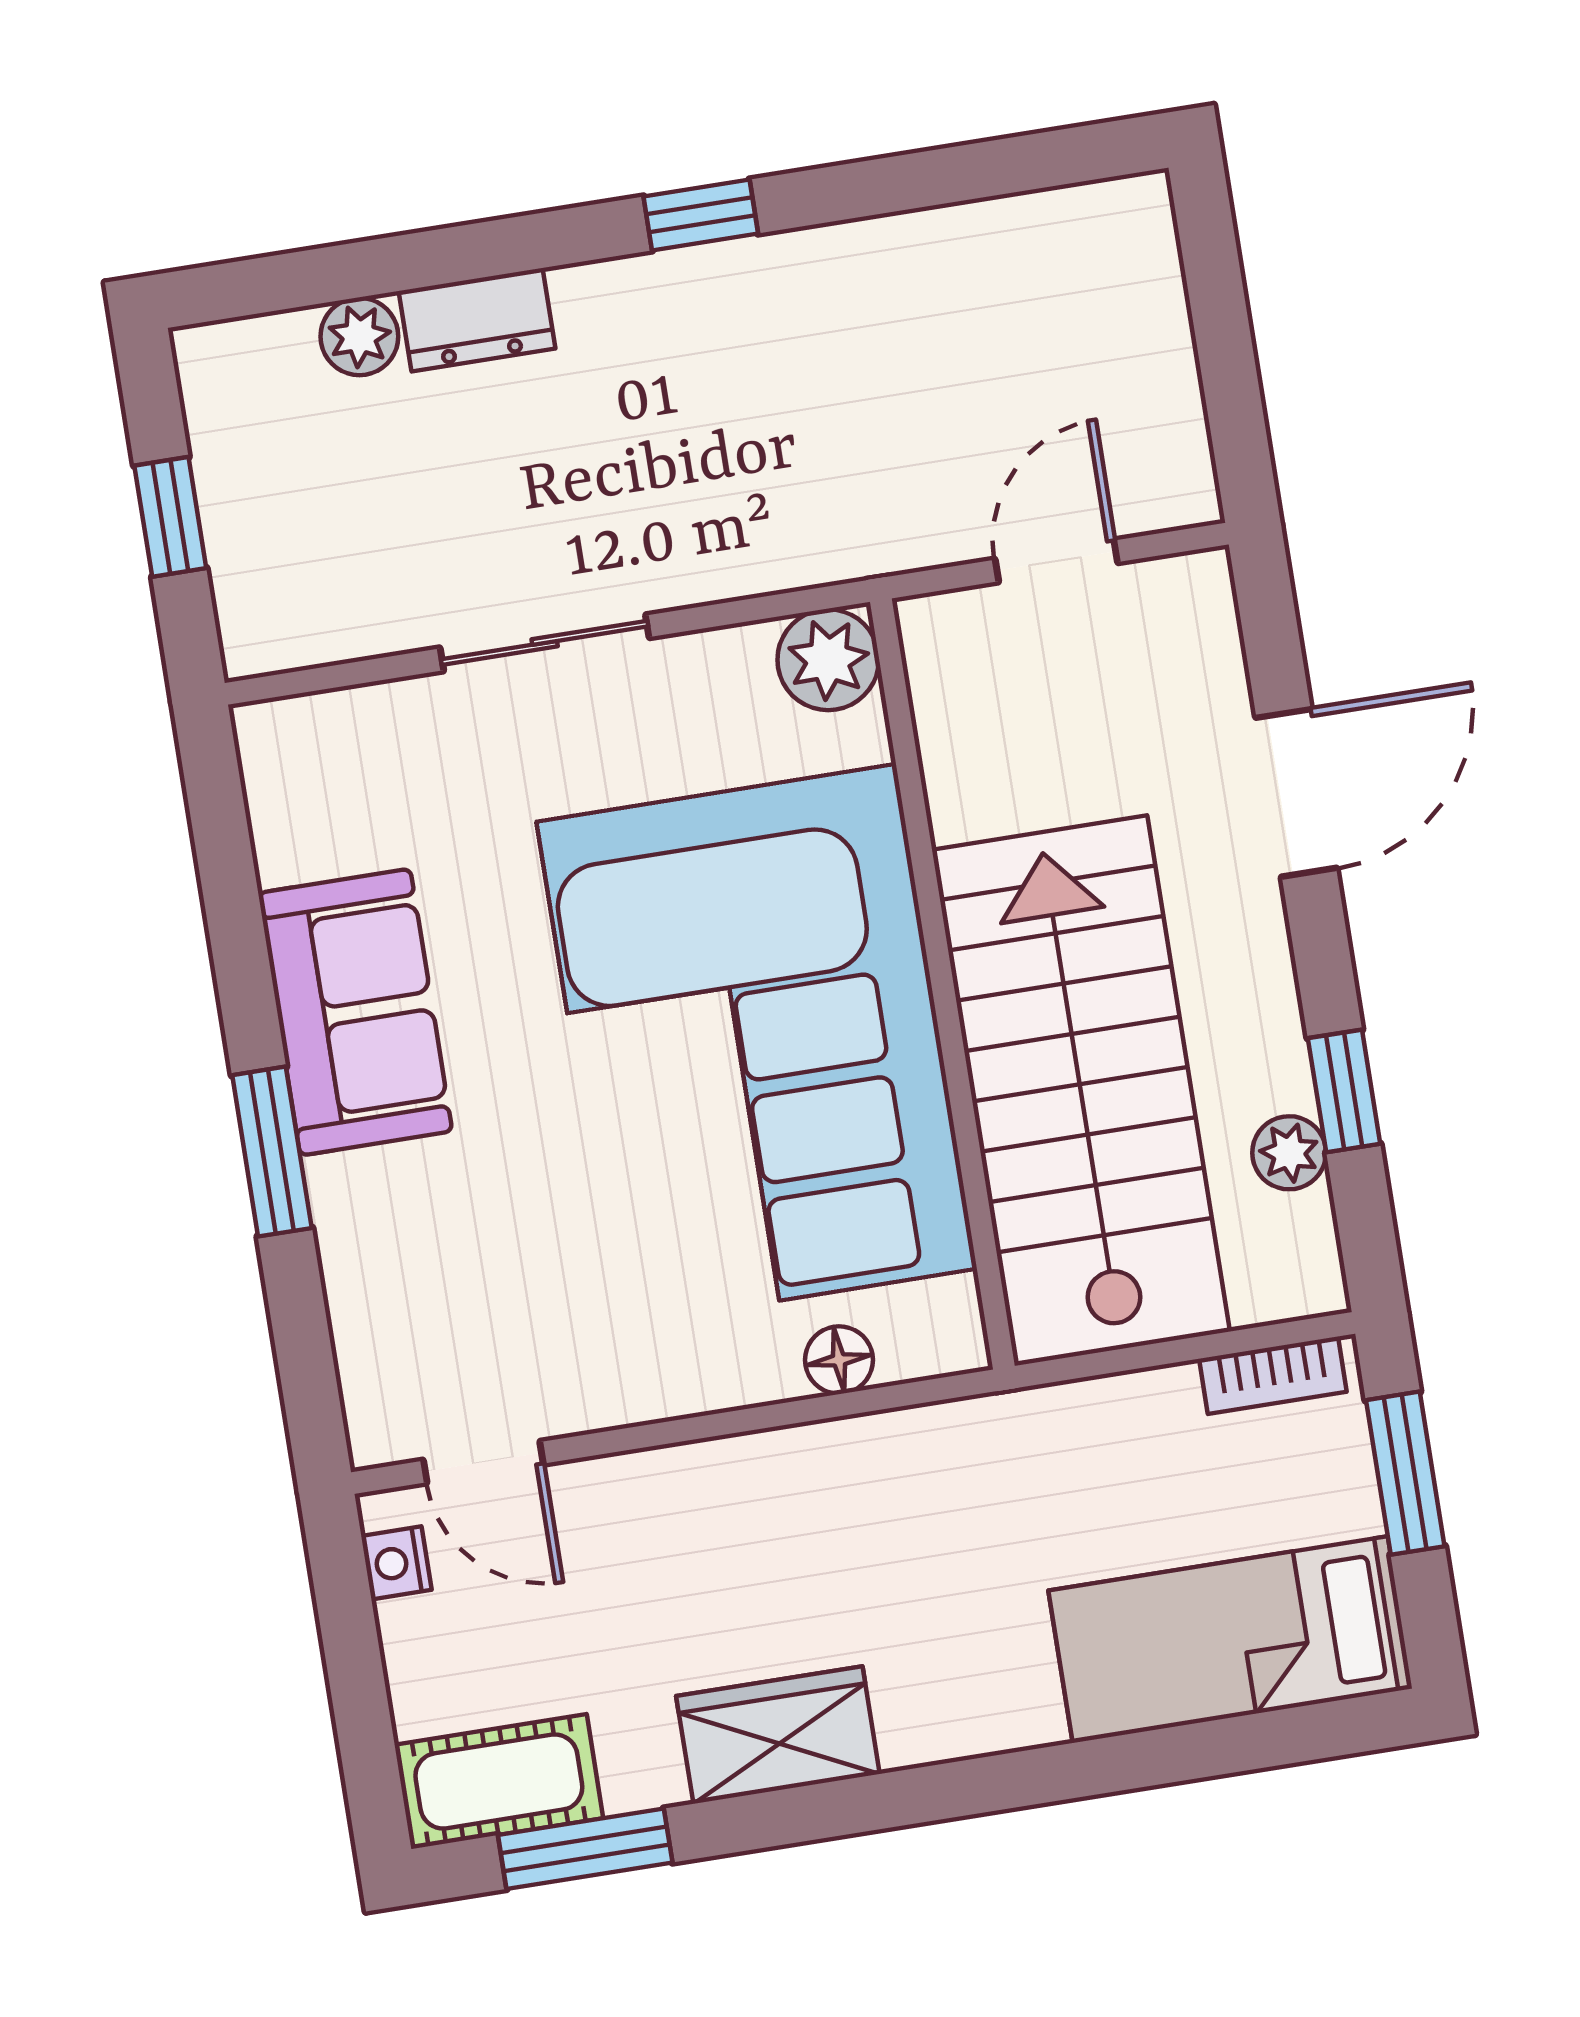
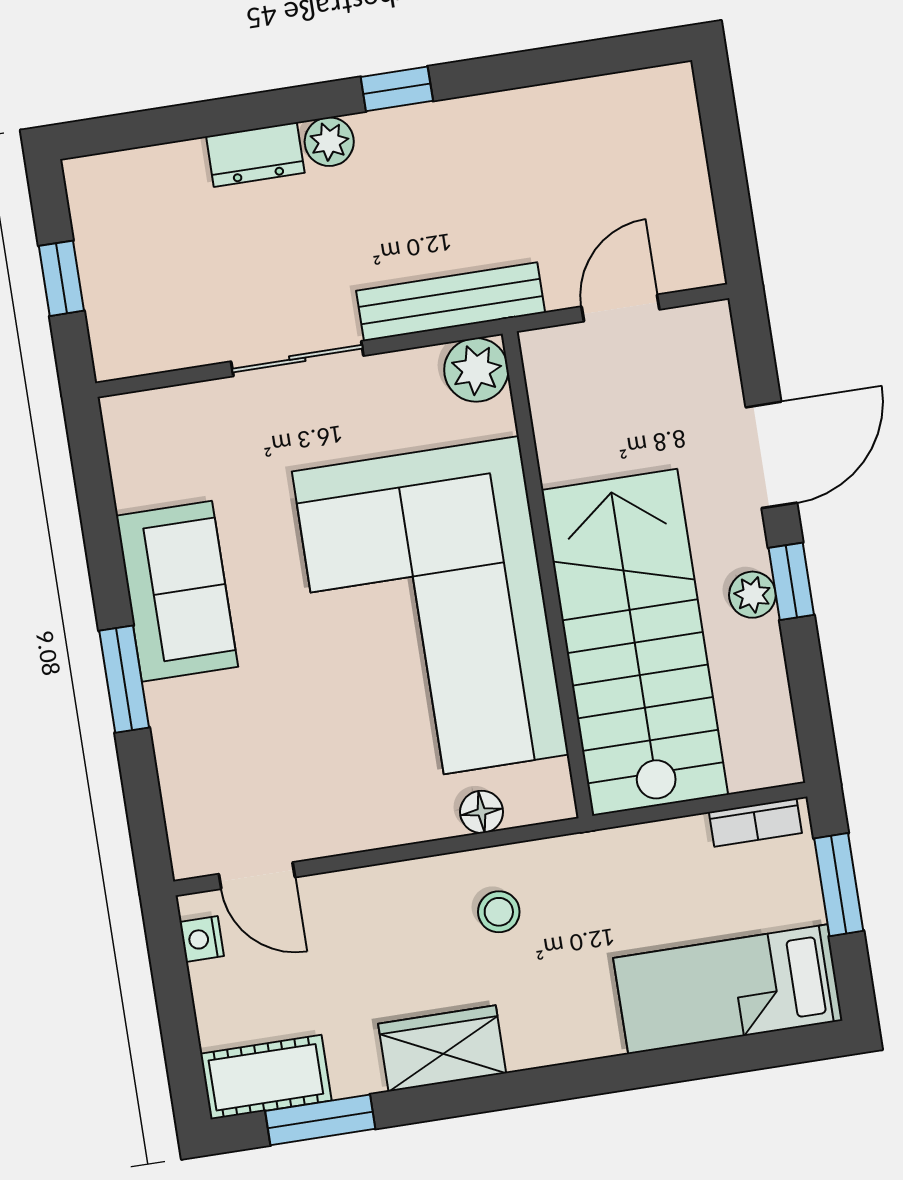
plant: (359, 337) -> (329, 142), moved
bench: (787, 552) -> (451, 302), added
window: (1344, 1091) -> (791, 581), moved
plant: (1289, 1153) -> (752, 595), moved
stool: (867, 1518) -> (499, 912), added

